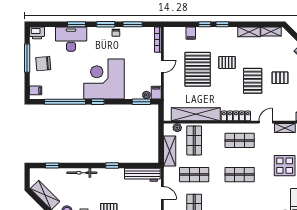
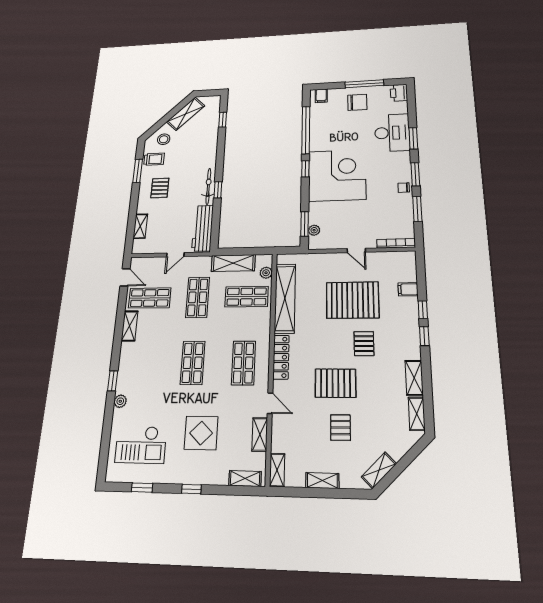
chair: (43, 64) -> (357, 102), turned 95
filing cabinet: (156, 93) -> (317, 243), removed
bicycle: (82, 173) -> (208, 186), moved

